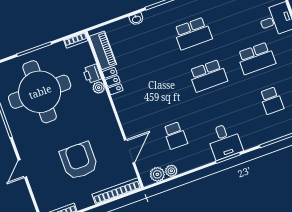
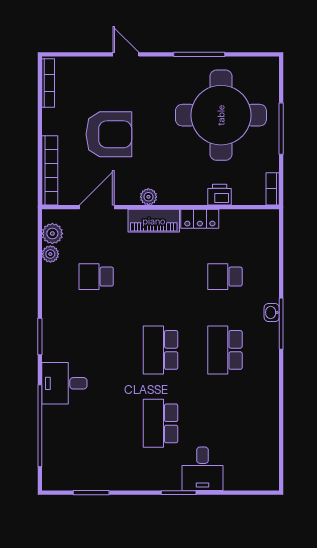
washbasin: (136, 19) -> (272, 313), moved
piano: (103, 50) -> (154, 221), moved
plant: (99, 88) -> (148, 197), moved
school desk: (272, 101) -> (225, 277), moved
desk: (225, 141) -> (64, 383), moved
door: (130, 151) -> (97, 207), swing flipped

